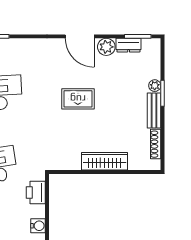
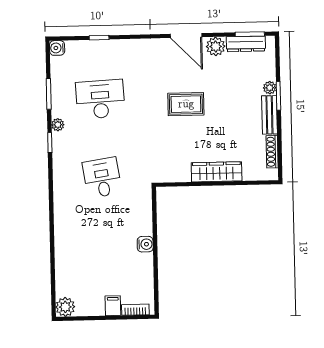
dresser: (129, 45) -> (246, 44), width x1.44
printer: (36, 192) -> (142, 208), removed

